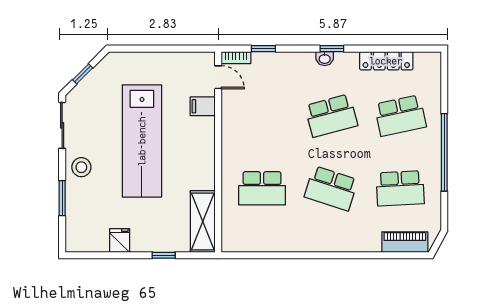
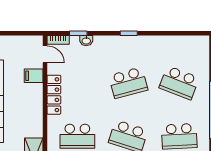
washbasin: (325, 59) -> (86, 41), moved
locker: (386, 61) -> (54, 95), moved, turned -90
school desk: (400, 116) -> (179, 83), turned 33

